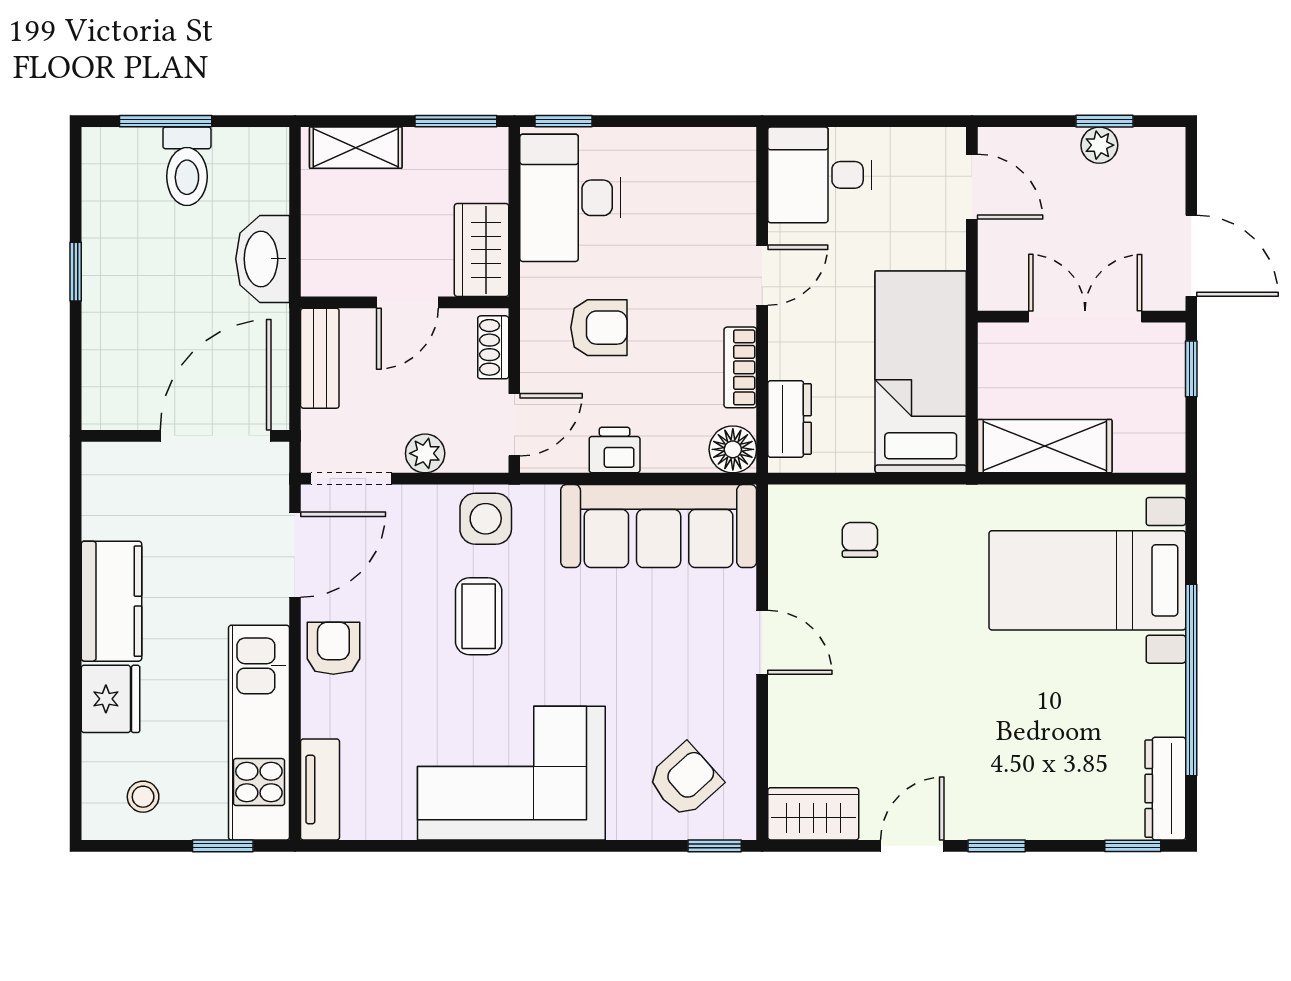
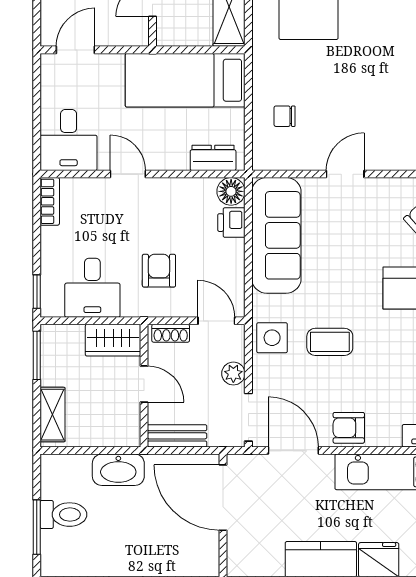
desk: (570, 198) -> (92, 288), width x0.73
bookcase: (740, 367) -> (50, 201), moved, turned -90
printer: (615, 450) -> (231, 223), moved

